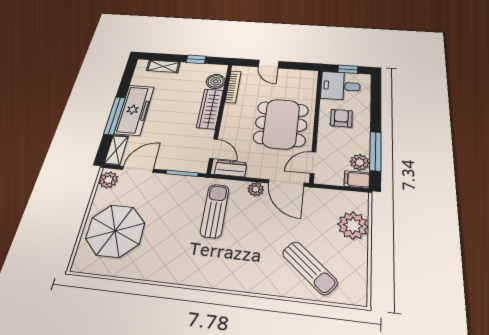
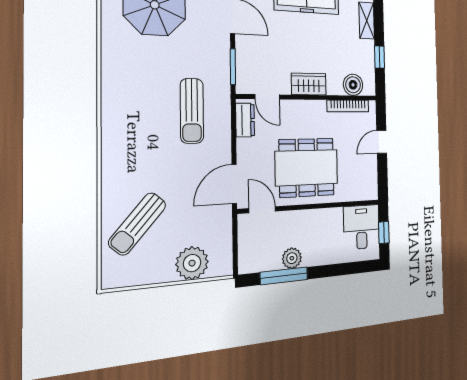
wardrobe: (210, 109) -> (309, 84), width x0.67
armchair: (341, 118) -> (321, 233), removed
door: (214, 149) -> (267, 97), hinge flipped
plant: (360, 162) -> (292, 258), moved
filing cabinet: (357, 179) -> (247, 260), removed
plant: (256, 189) -> (223, 152), removed
sun lounger: (215, 211) -> (192, 111), turned 90

